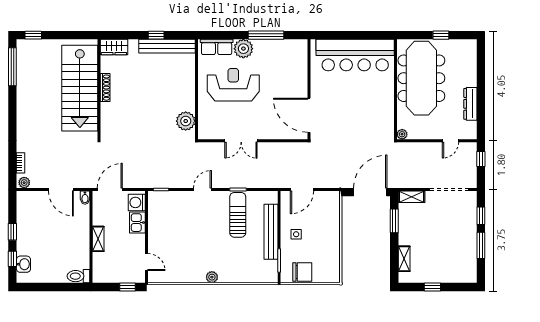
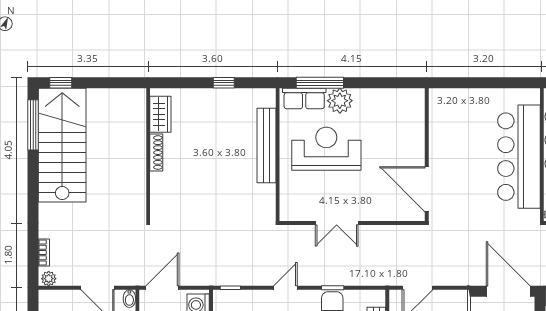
window: (266, 35) -> (320, 83), moved
bench: (167, 46) -> (266, 145), moved, turned 90
wardrobe: (114, 47) -> (160, 114), moved, turned -90
bar counter: (355, 55) -> (519, 157), moved, turned 90
stairs: (80, 88) -> (62, 145), moved, turned 180
plant: (186, 121) -> (263, 197), removed
door: (370, 192) -> (508, 291), hinge flipped

